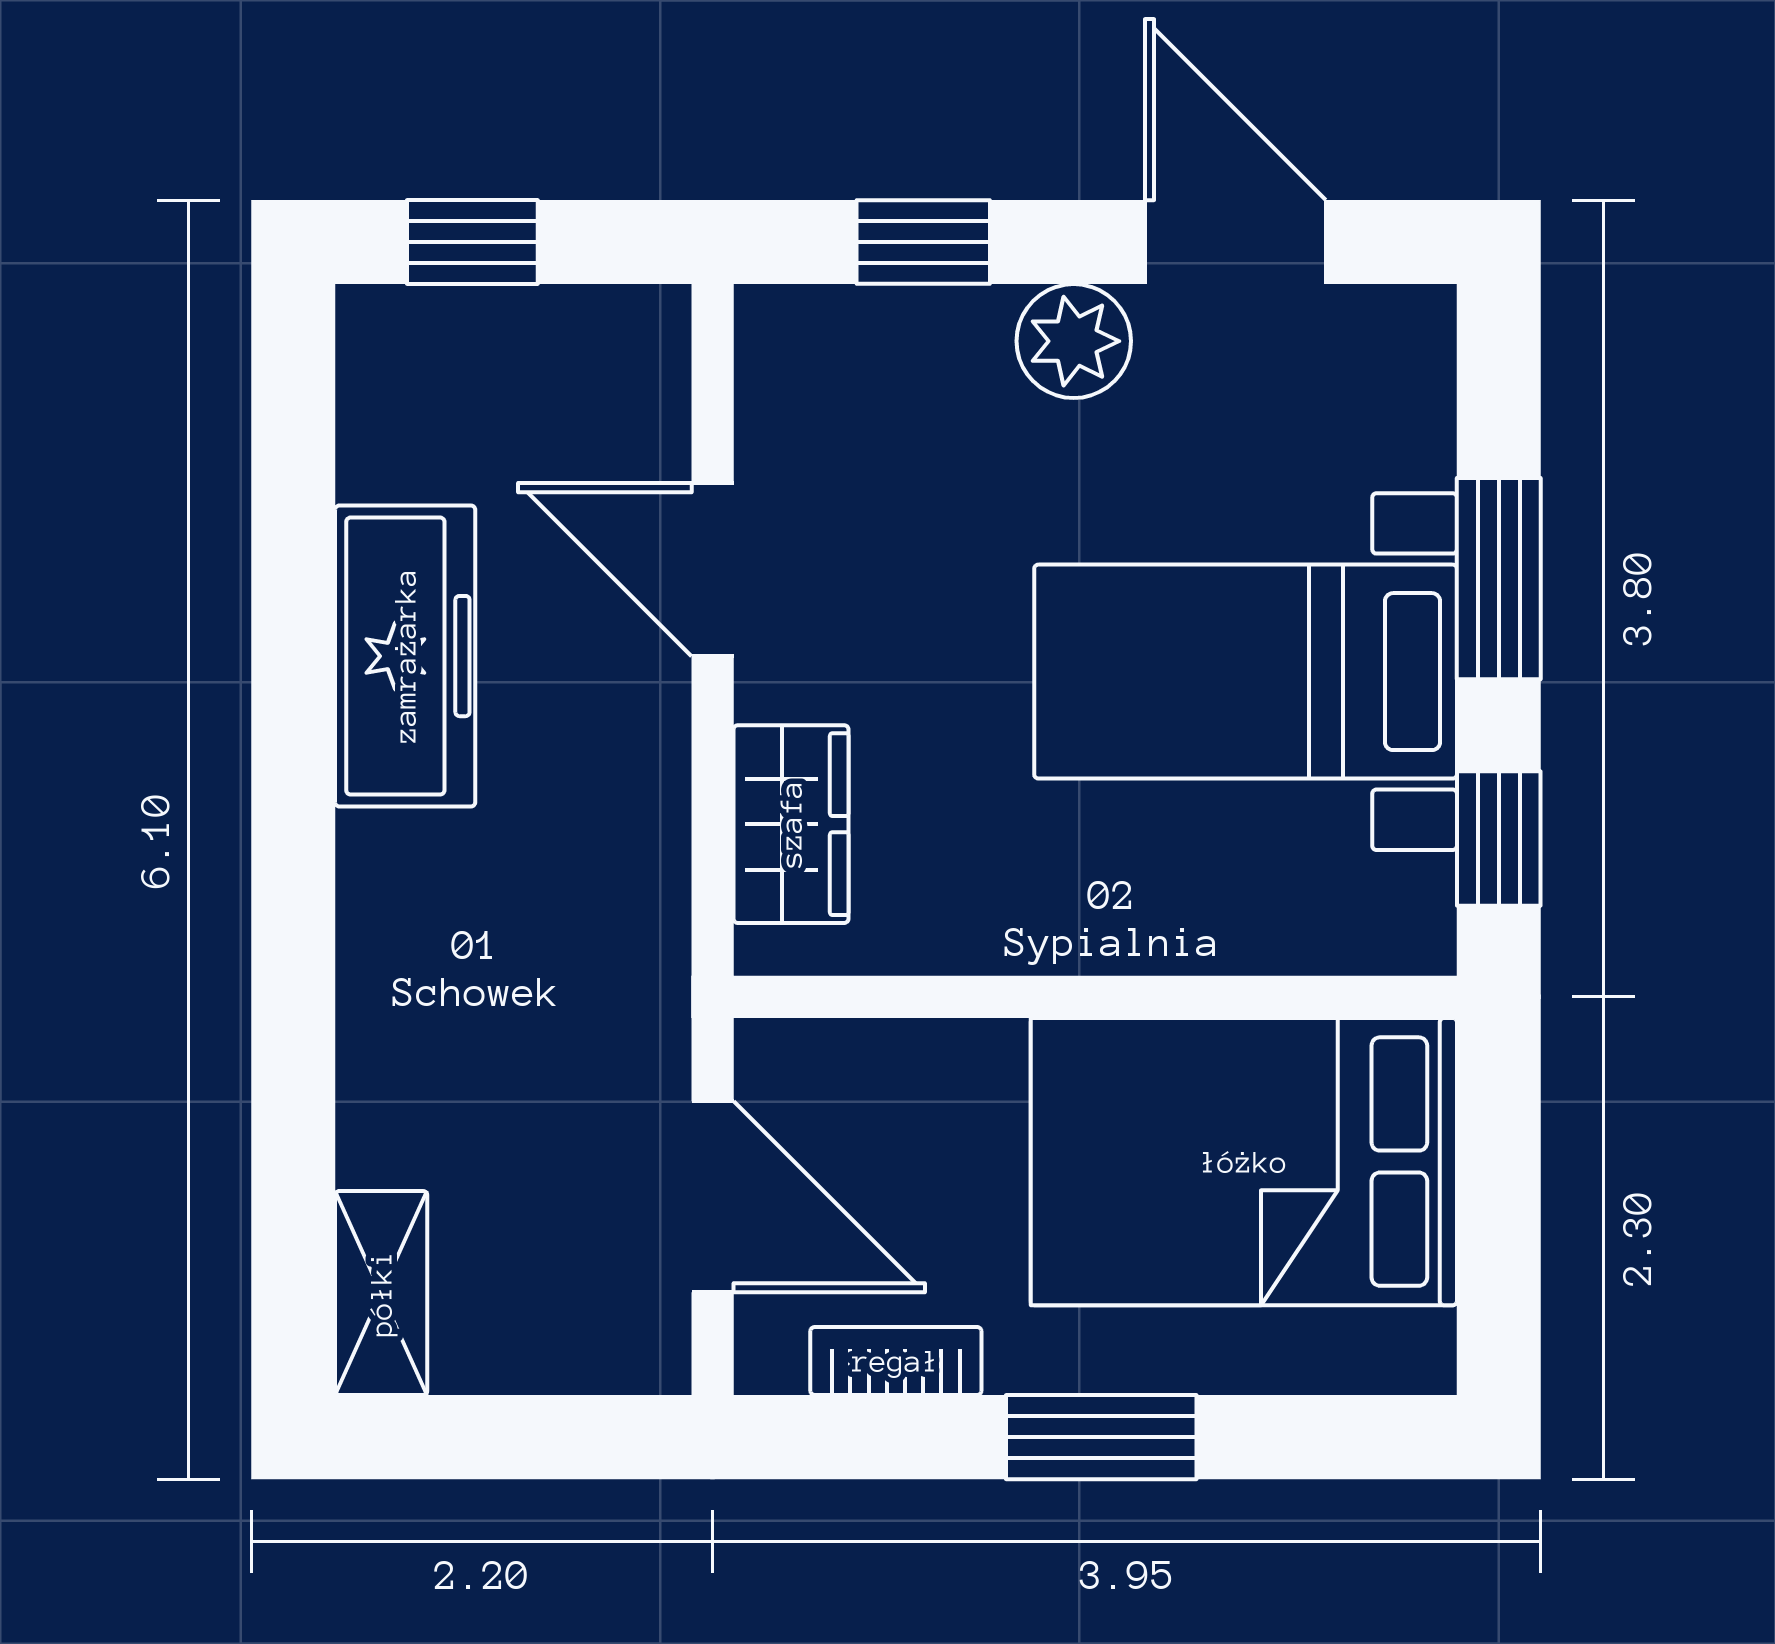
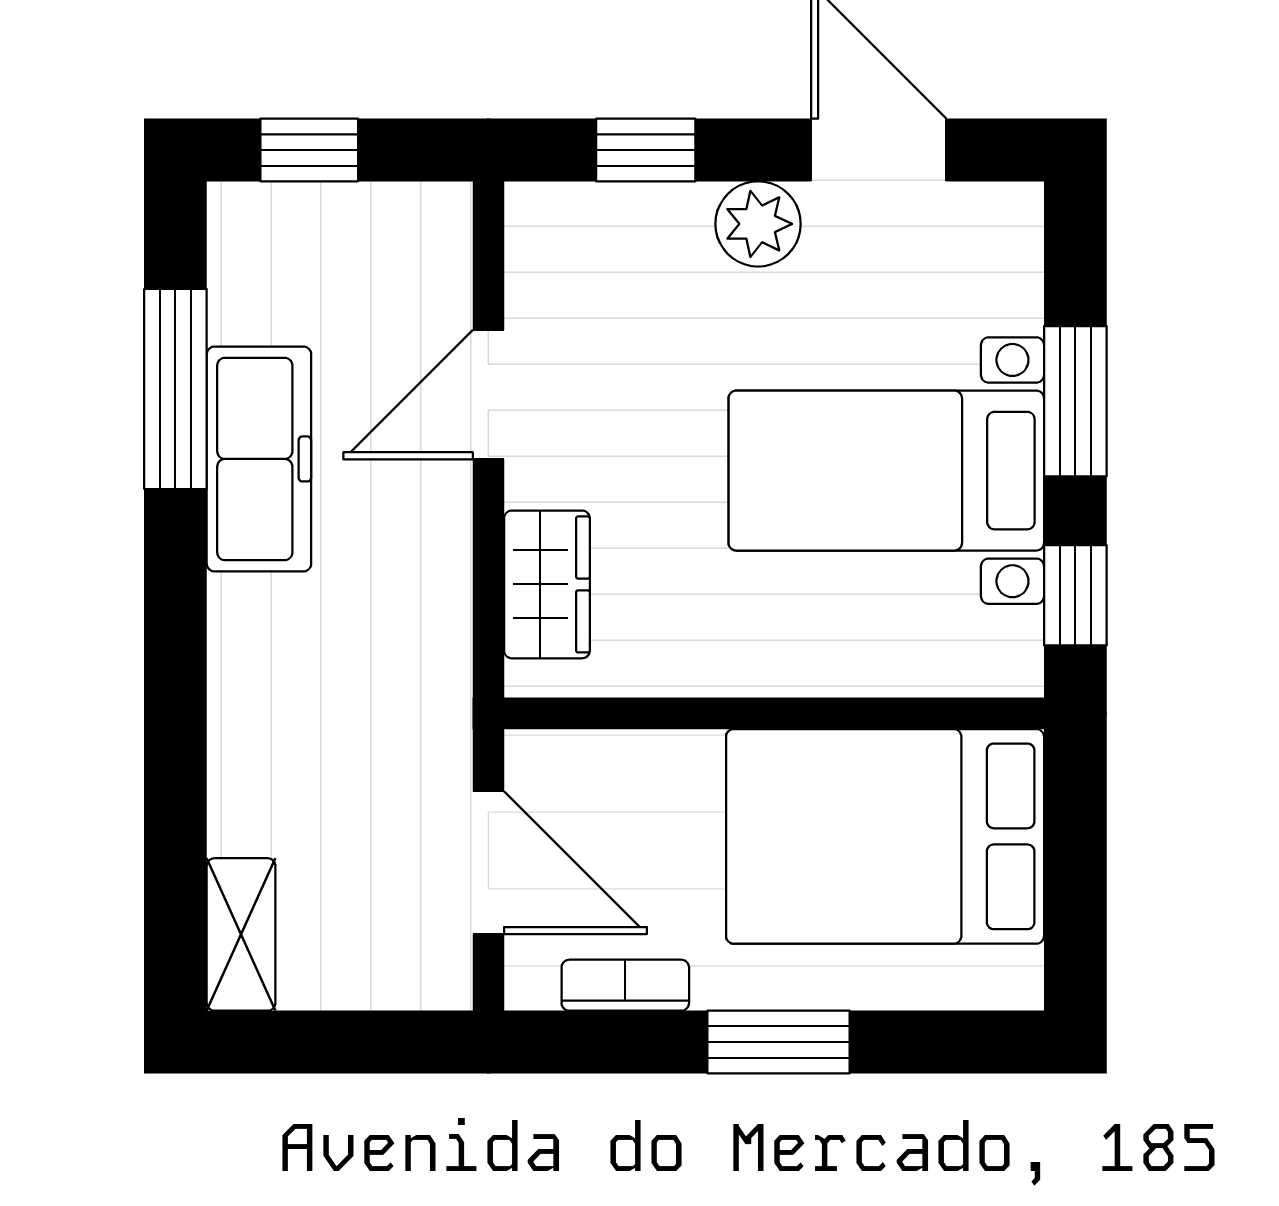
window: (293, 562) -> (175, 389), added
door: (713, 570) -> (488, 395), hinge flipped

